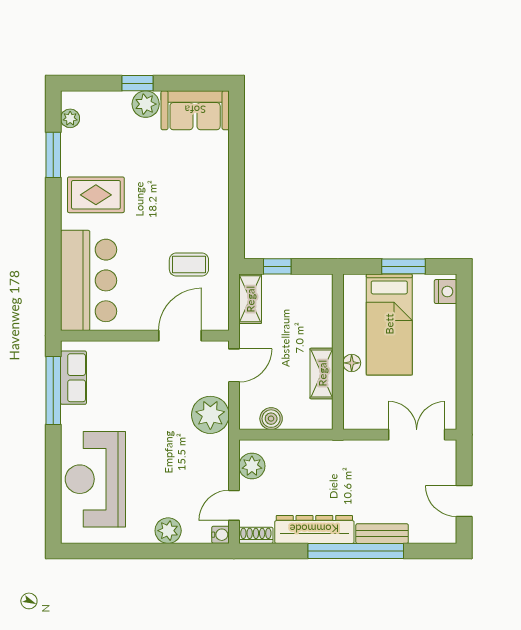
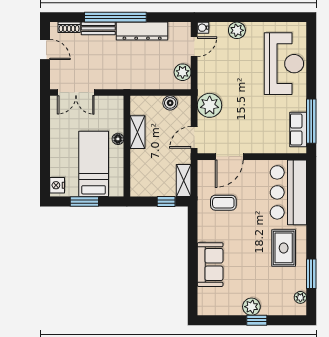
sofa: (195, 110) -> (210, 265), moved, turned 90
rug: (96, 195) -> (284, 248), turned 90
shoe rack: (256, 535) -> (69, 27), moved

